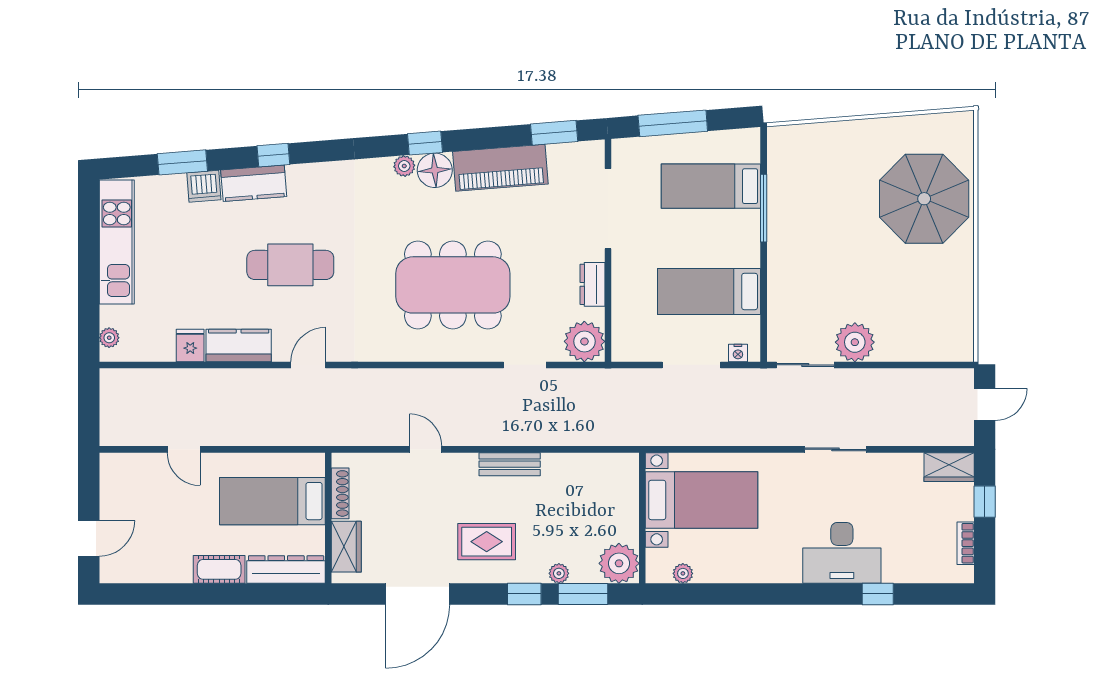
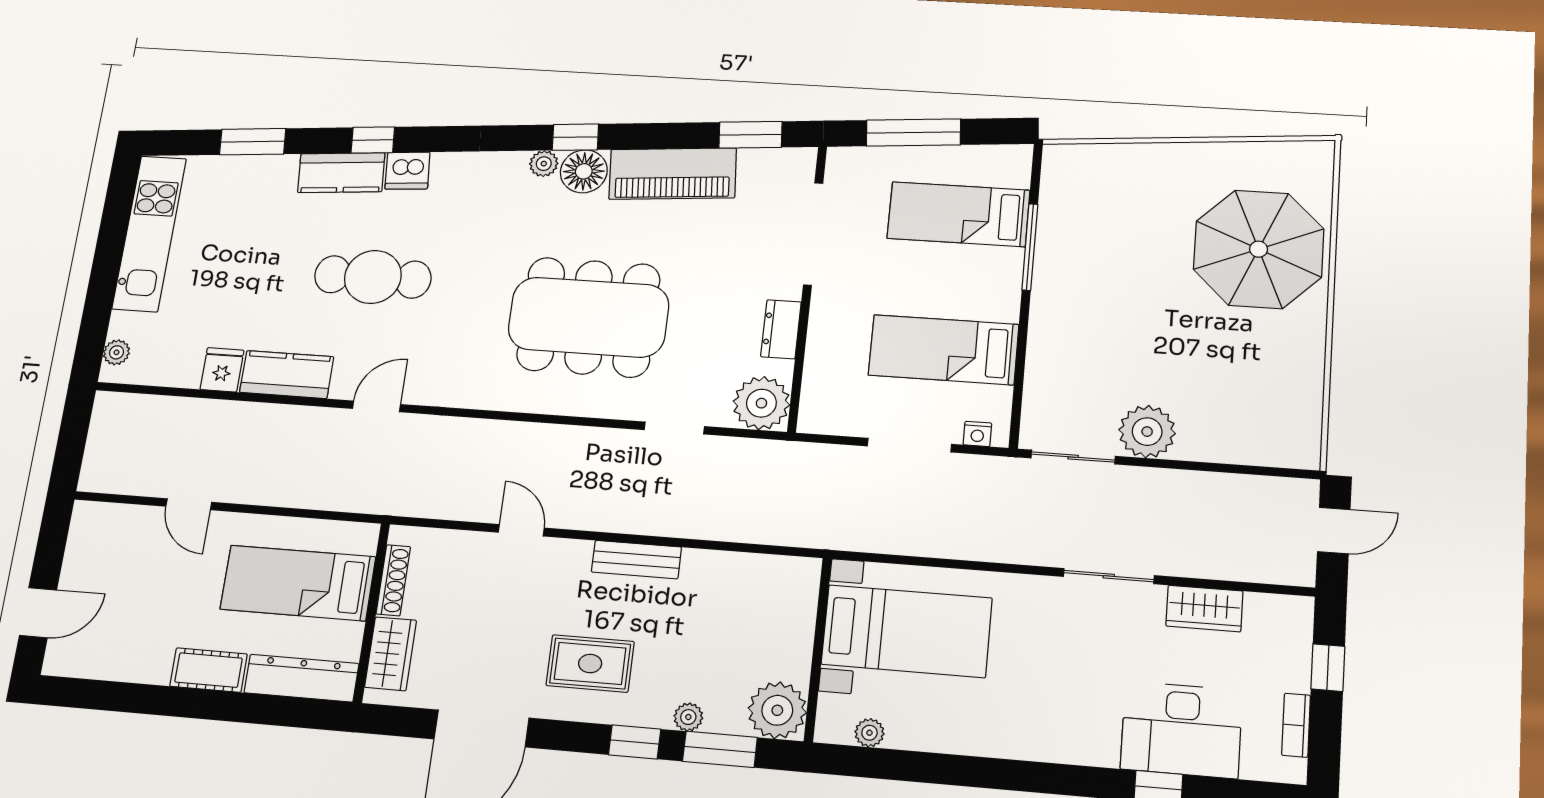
dishwasher: (204, 186) -> (407, 171), moved
wardrobe: (949, 467) -> (1204, 608), moved
desk: (842, 553) -> (1181, 730), moved

